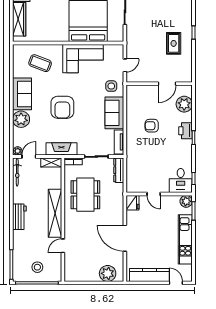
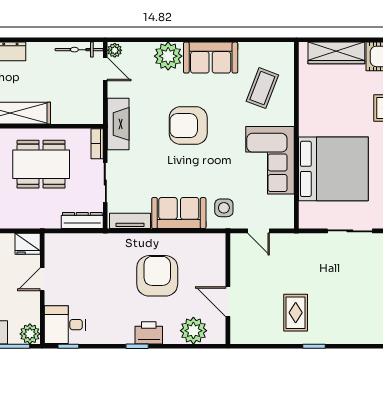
rug: (174, 43) -> (296, 313), turned 90
armchair: (152, 126) -> (157, 276), width x1.88, depth x1.88
shelving: (51, 162) -> (95, 107), removed

